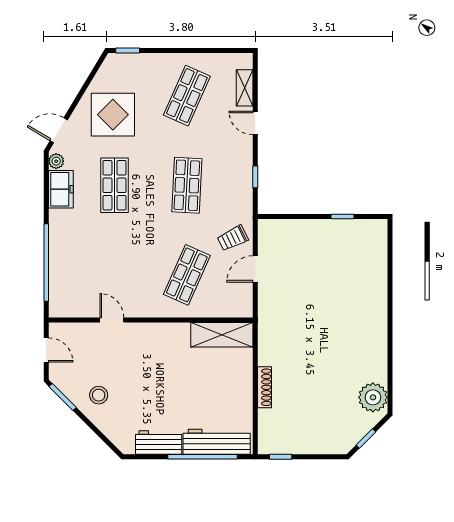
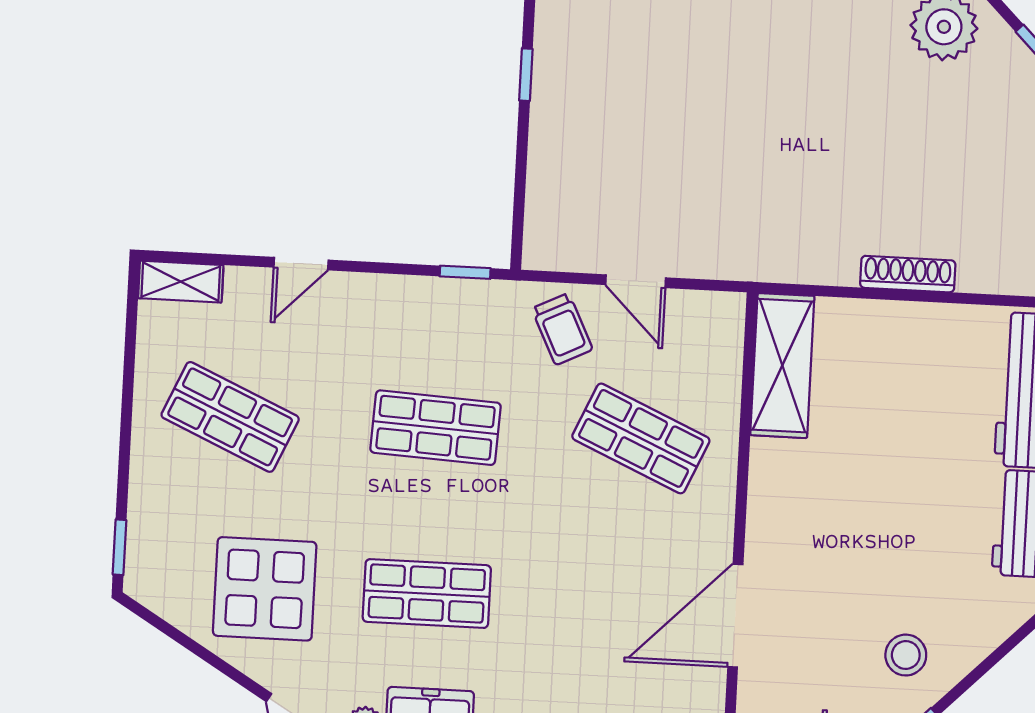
shelving: (245, 88) -> (181, 282), moved
window: (255, 177) -> (465, 272), moved
door: (112, 320) -> (735, 616), width x1.88

